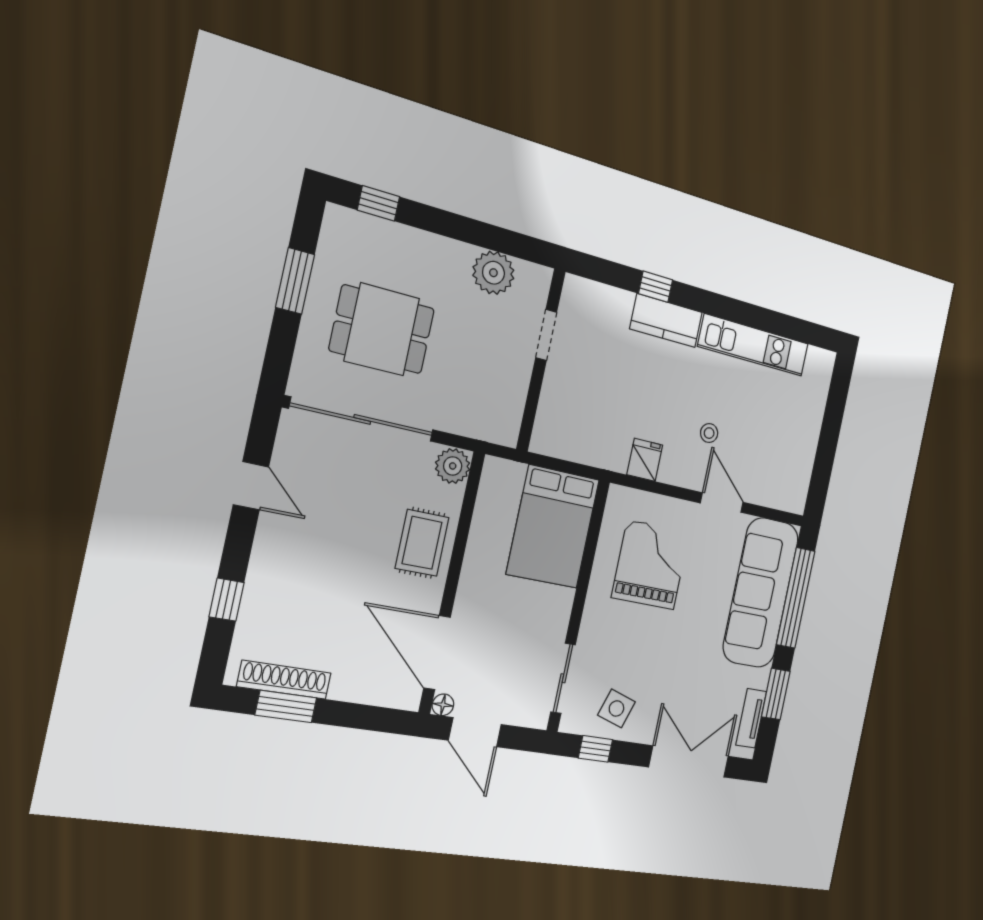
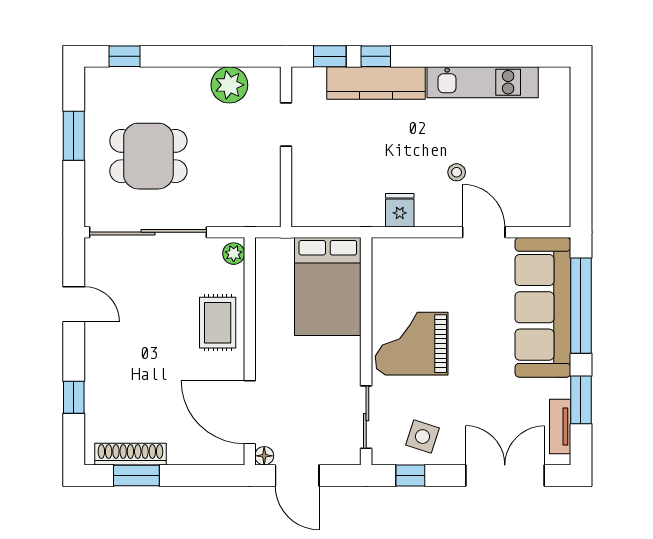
window: (609, 273) -> (330, 56), added
kitchen counter: (666, 321) -> (376, 83), width x1.50
plant: (453, 466) -> (234, 254), width x0.73, depth x0.73
grand piano: (651, 565) -> (412, 344), moved, turned -90

